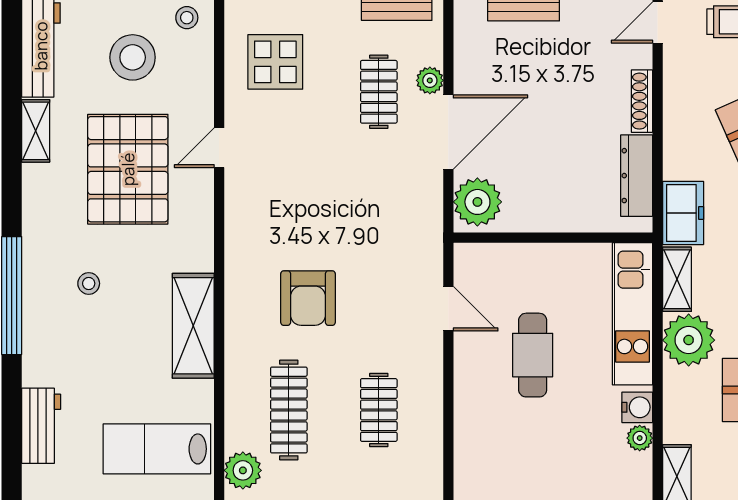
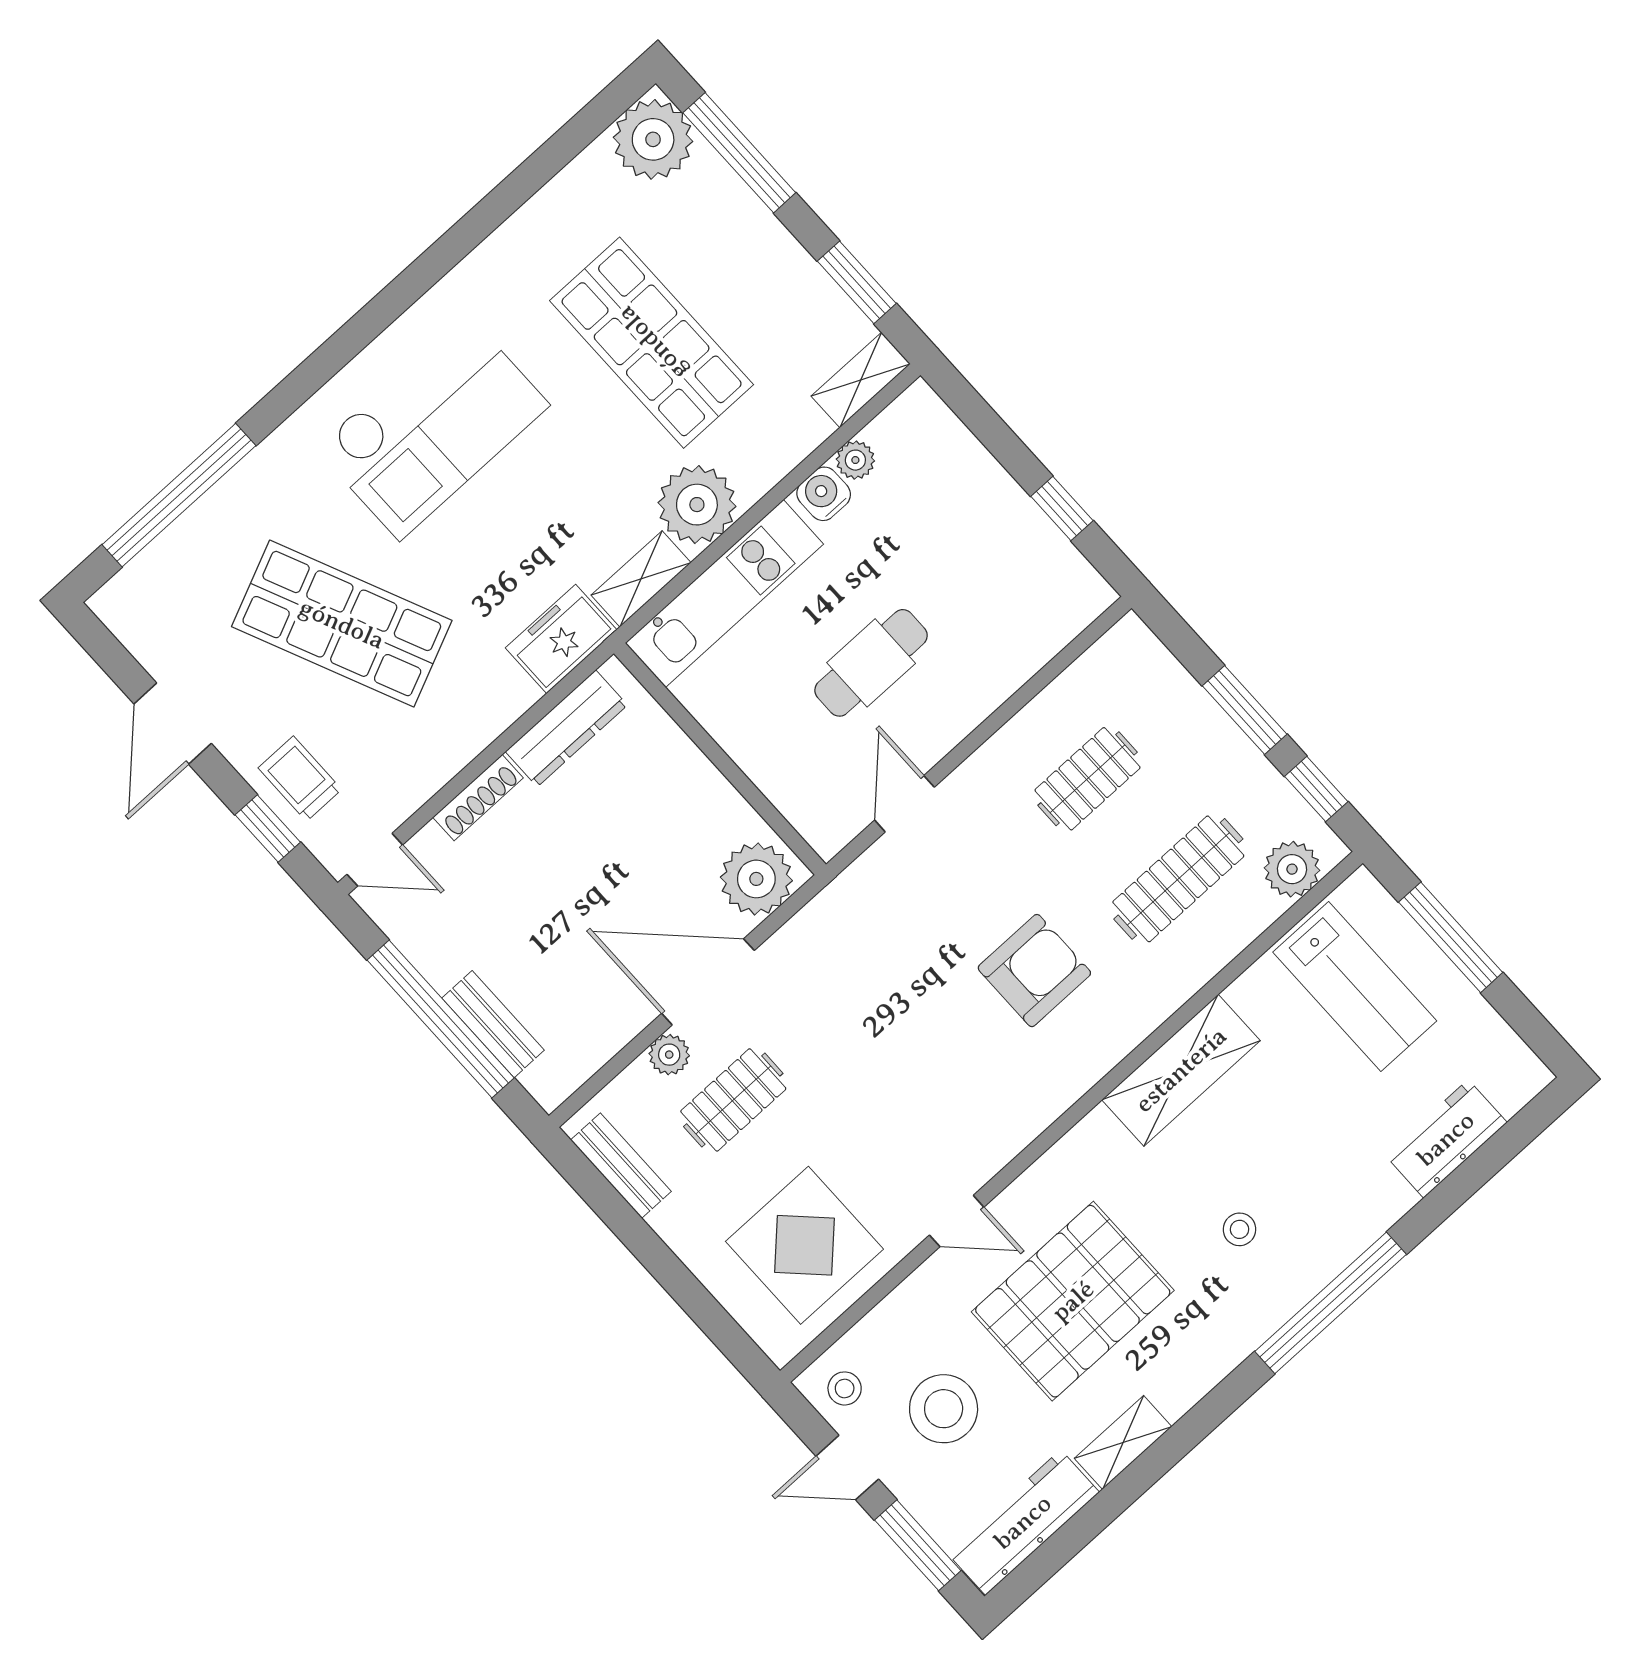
display table: (275, 62) -> (804, 1245), width x1.36, depth x1.36

